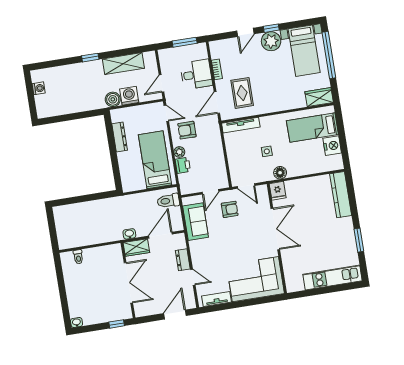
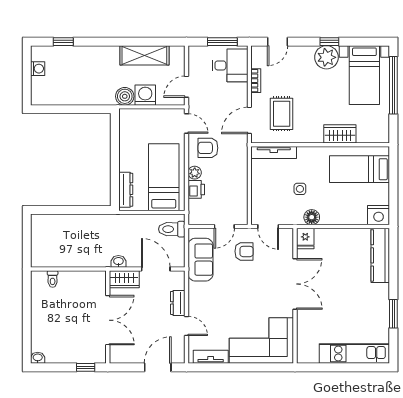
door: (245, 32) -> (278, 42), moved
window: (90, 58) -> (63, 42), moved
desk: (196, 74) -> (230, 65), moved
wardrobe: (319, 97) -> (340, 134), moved
dresser: (120, 137) -> (126, 190), moved
nightstand: (332, 146) -> (379, 215), moved, turned 90
door: (161, 235) -> (156, 269), hinge flipped

